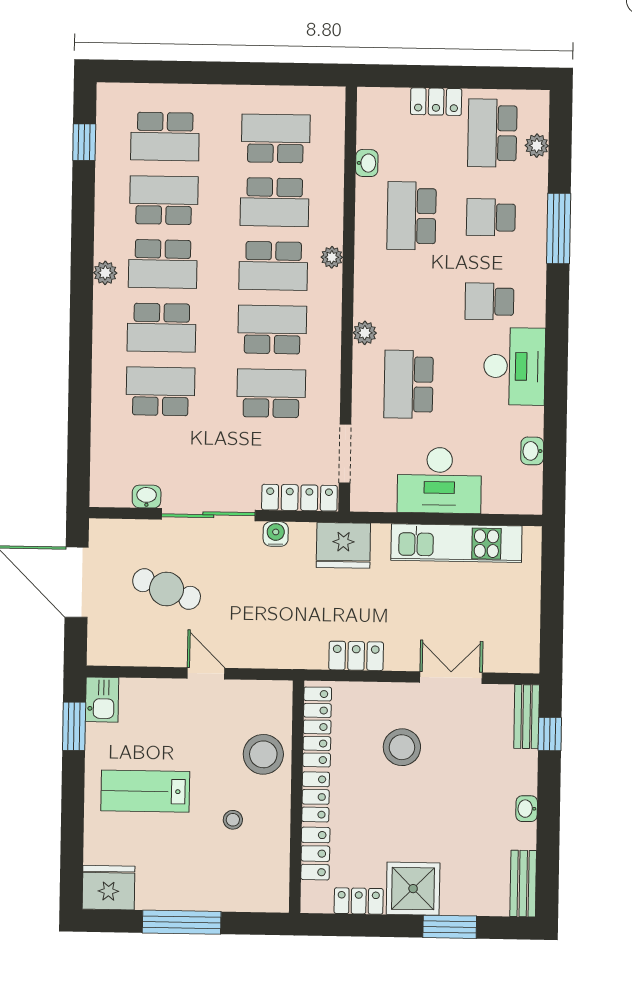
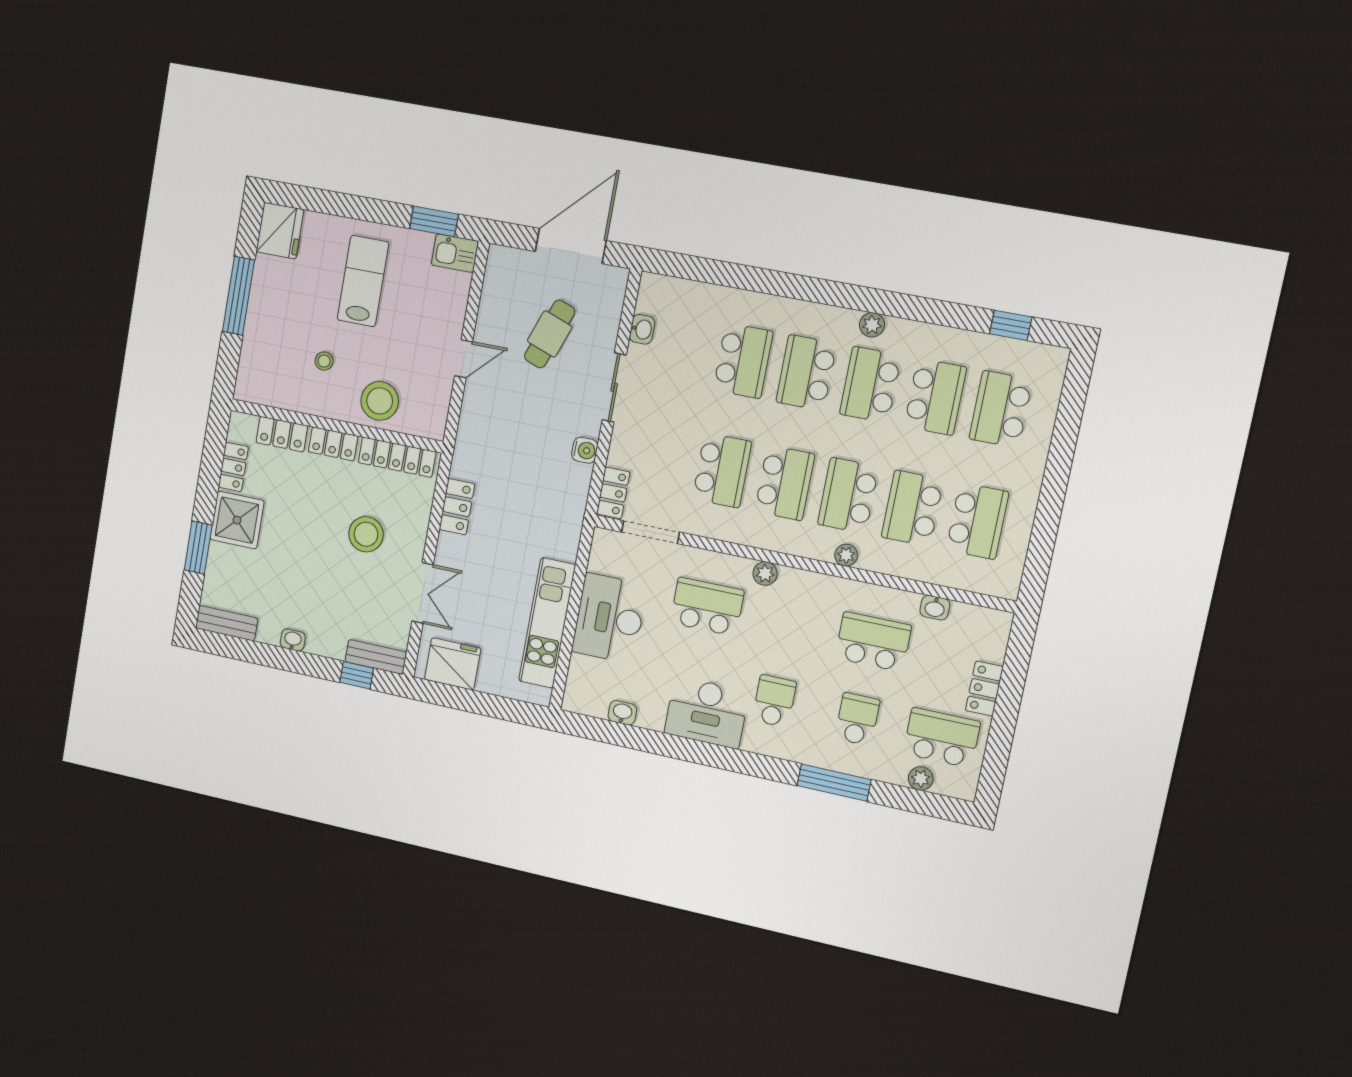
locker: (299, 498) -> (613, 493), width x0.66
sliding door: (208, 515) -> (614, 387), width x0.73
fridge: (343, 545) -> (453, 664), moved, turned 90

